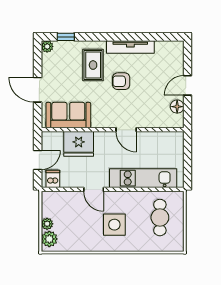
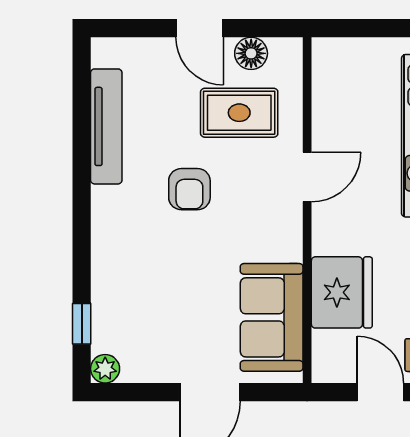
tv unit: (130, 47) -> (106, 126), moved
rug: (93, 65) -> (239, 113), moved

